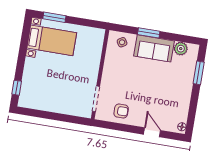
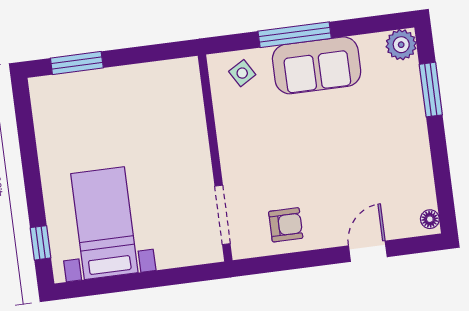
window: (149, 33) -> (295, 35), width x1.44
bed with nightstands: (52, 40) -> (104, 223), moved, turned -90
plant: (181, 49) -> (401, 45), moved
door: (152, 132) -> (368, 251), hinge flipped

